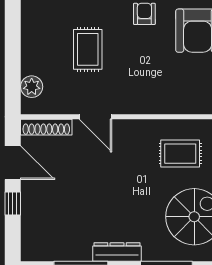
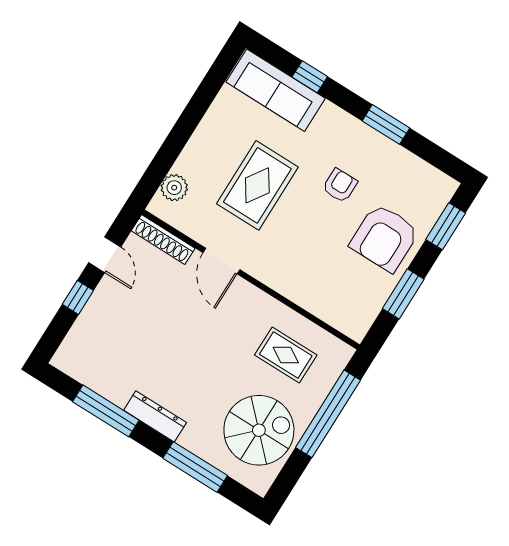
rug: (88, 49) -> (257, 185), width x1.36, depth x1.43
door: (13, 163) -> (105, 255), width x0.73

